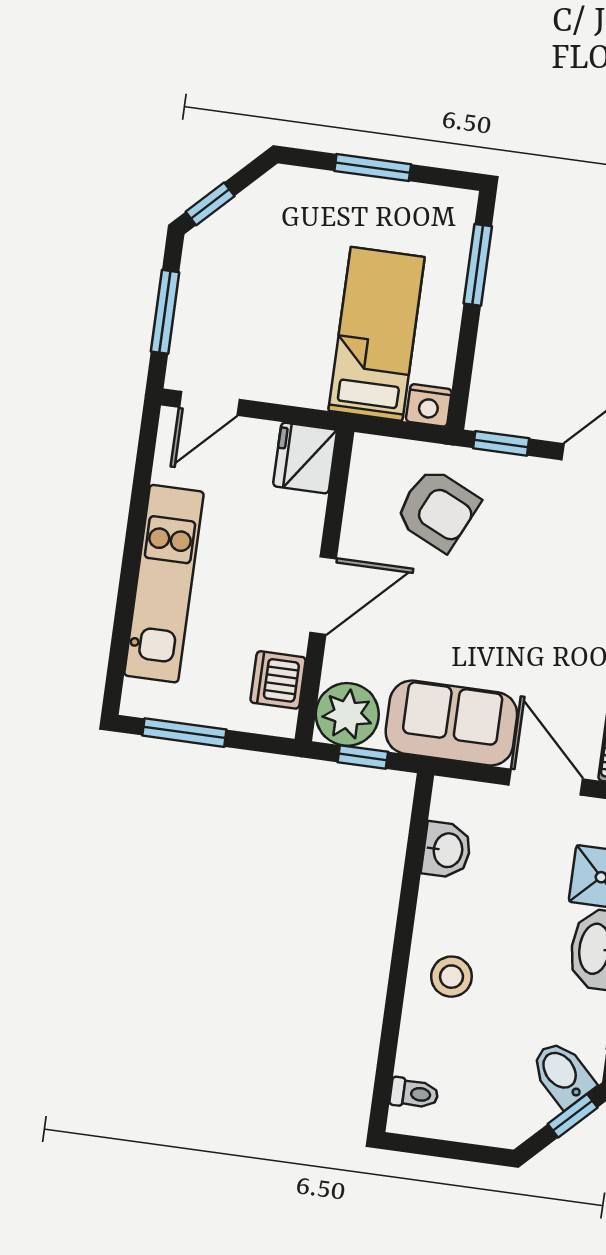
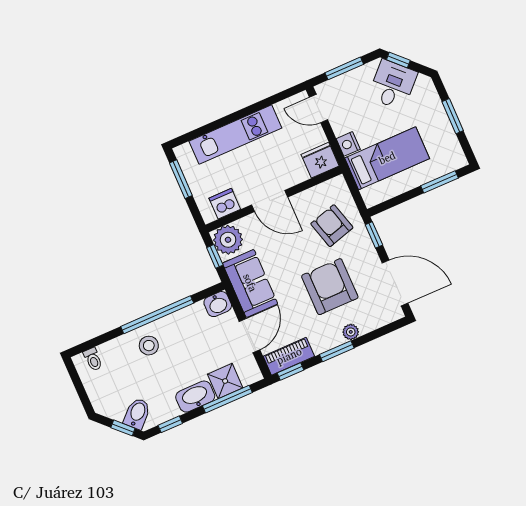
desk: (249, 242) -> (393, 85), added
nightstand: (429, 405) -> (348, 144), moved
armchair: (437, 510) -> (332, 226), turned 139
armchair: (546, 581) -> (330, 287), added
washbasin: (447, 850) -> (218, 304), moved
window: (405, 927) -> (157, 315), added

